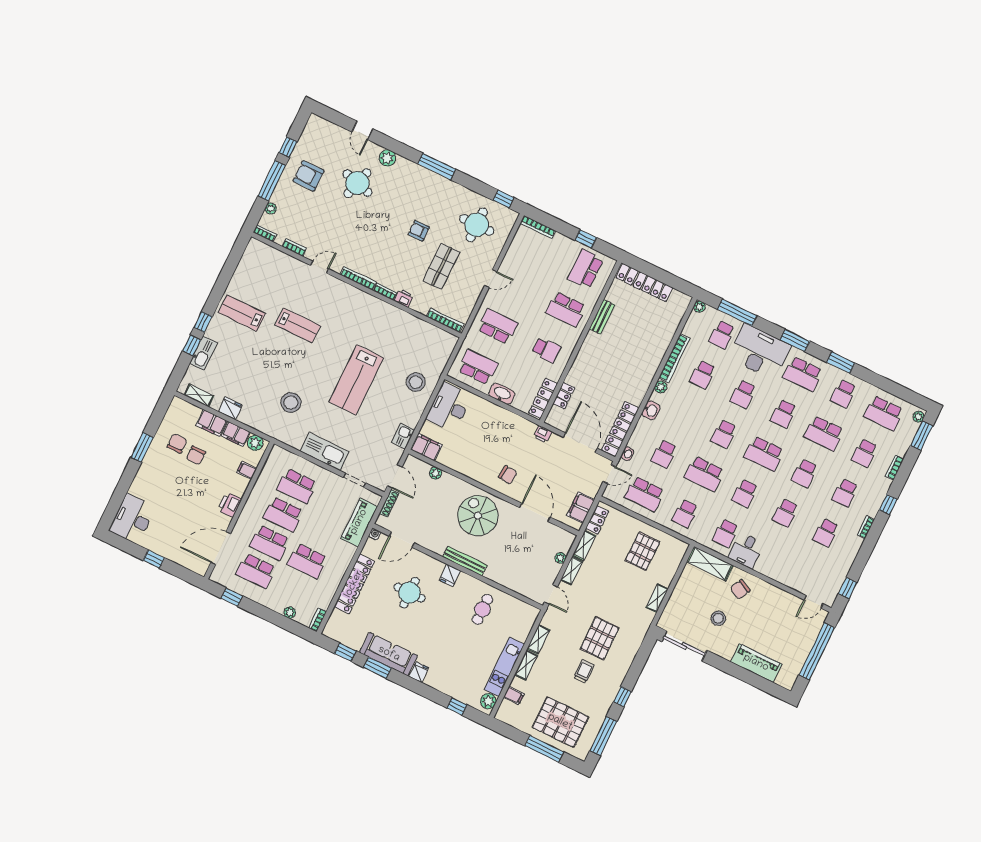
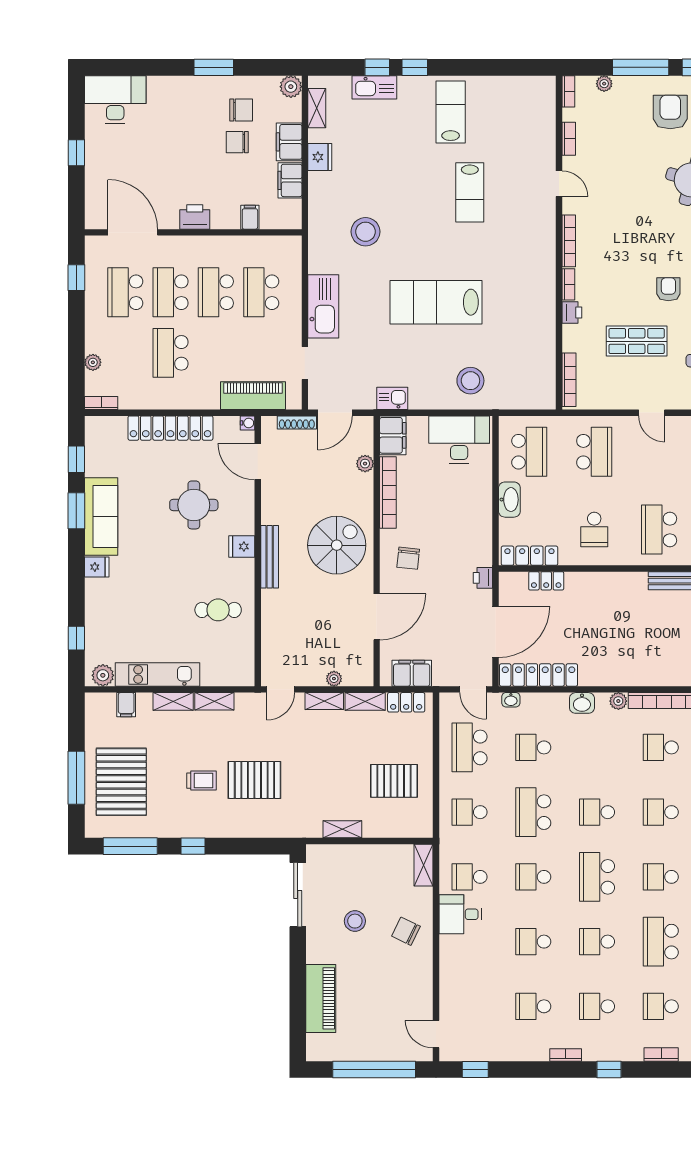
plant: (255, 443) -> (291, 87), moved
bookcase: (461, 468) -> (388, 492), added
shelving: (710, 564) -> (424, 865), width x0.67, depth x0.75

